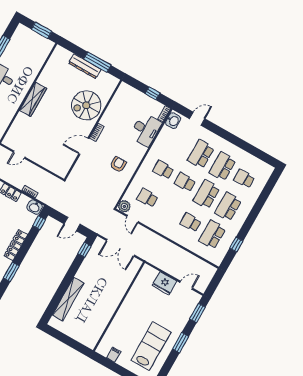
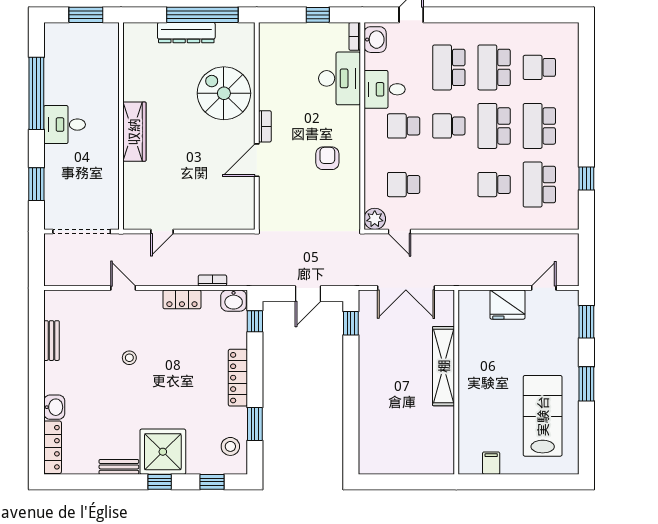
window: (97, 62) -> (202, 15), width x1.46
spiral stairs: (86, 105) -> (224, 93), turned 90
desk: (164, 147) -> (385, 89), added
shelving: (68, 299) -> (444, 366), moved

